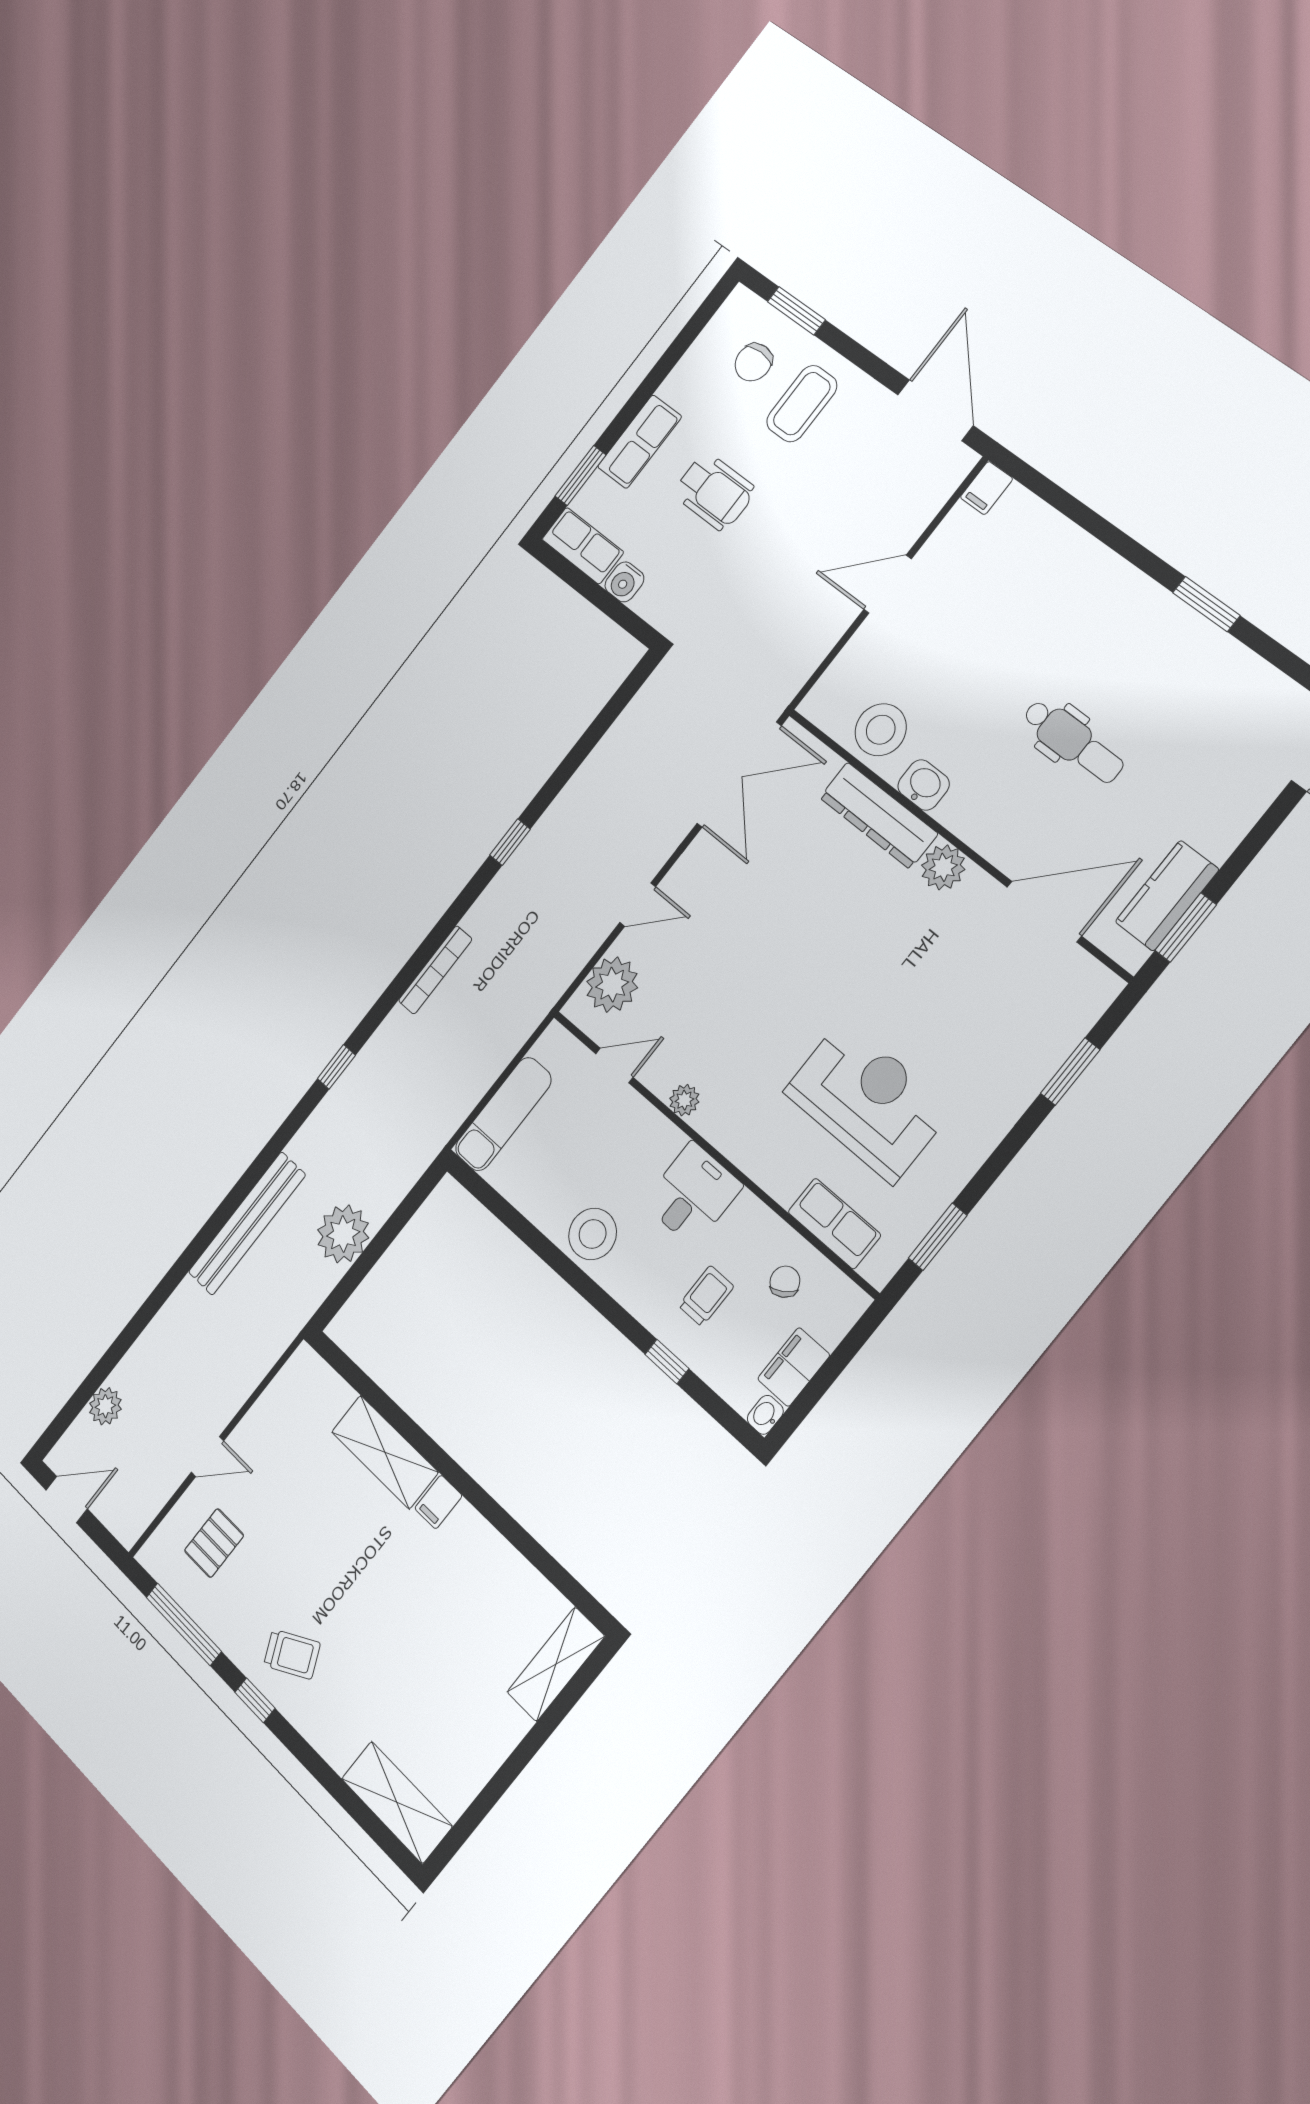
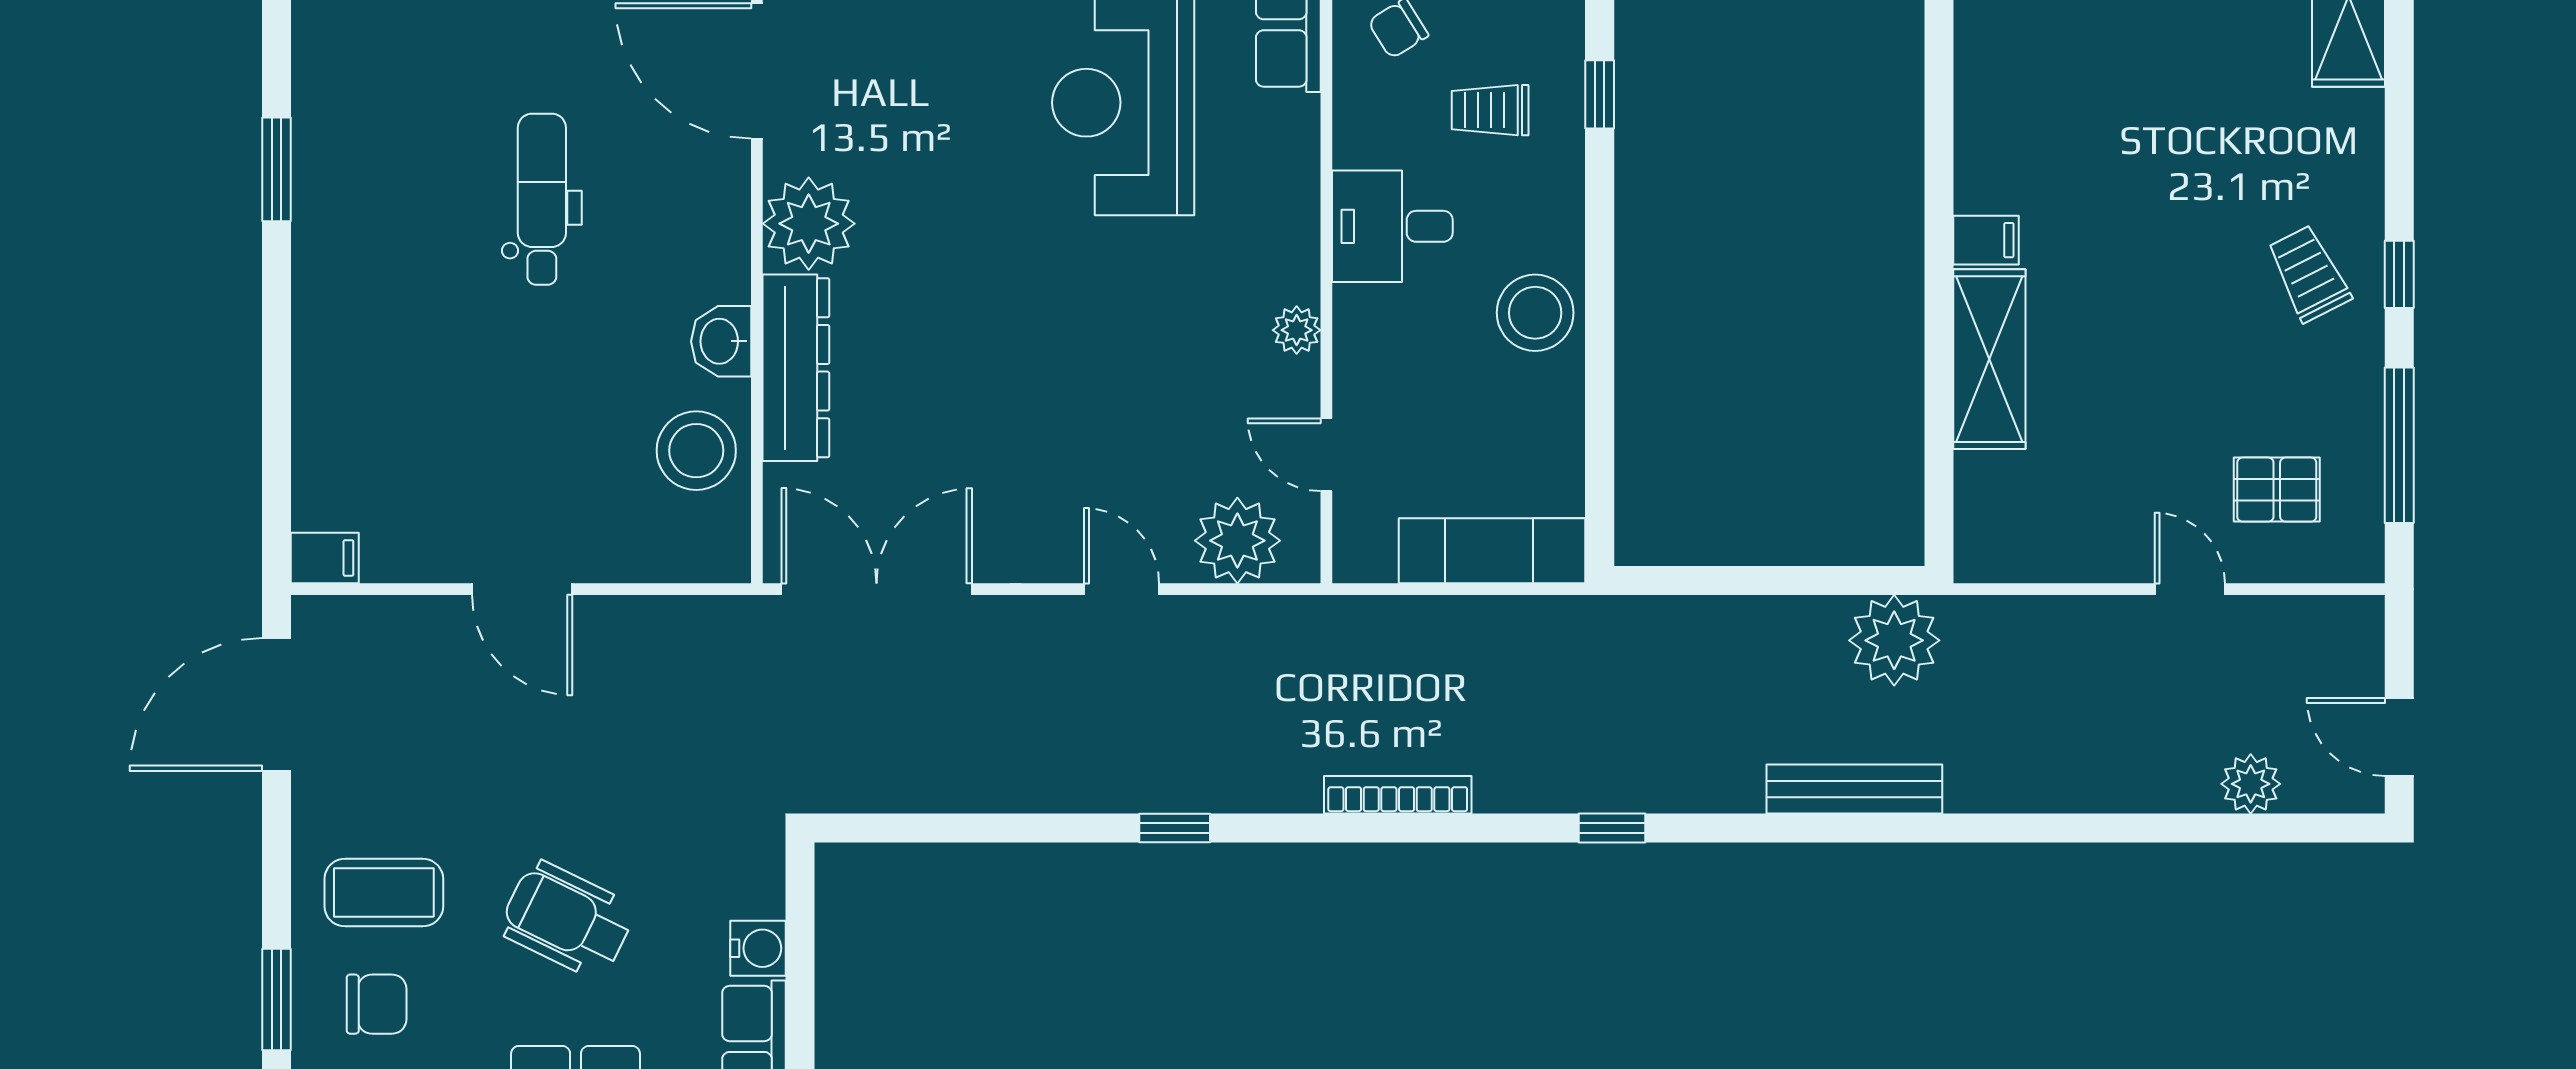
wheelchair: (714, 492) -> (567, 920), turned -64
plant: (943, 867) -> (809, 224), width x1.36, depth x1.36
bench: (247, 1224) -> (1854, 789), width x0.73, depth x0.82
plant: (343, 1234) -> (1894, 640), moved

